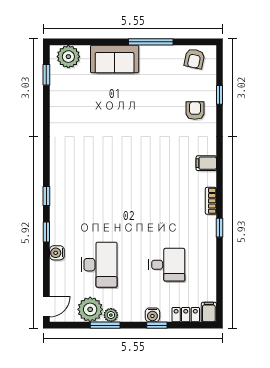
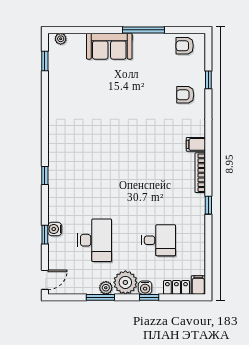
plant: (68, 57) -> (61, 39), width x0.53, depth x0.53
armchair: (194, 59) -> (185, 46), turned 78
armchair: (195, 111) -> (185, 95), turned -90
bookcase: (211, 201) -> (200, 173), width x1.56
window: (46, 232) -> (45, 235), moved
plant: (90, 309) -> (125, 282), moved

